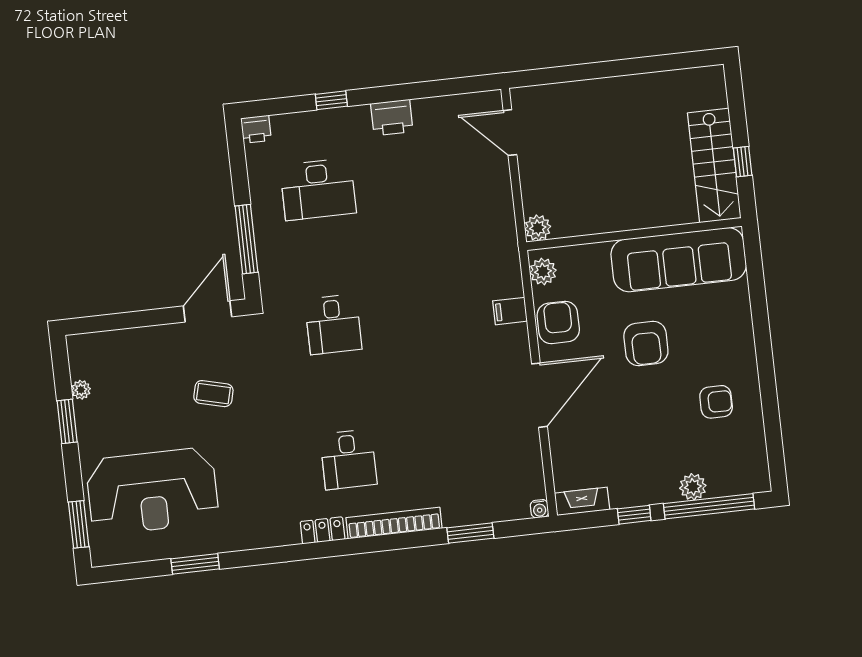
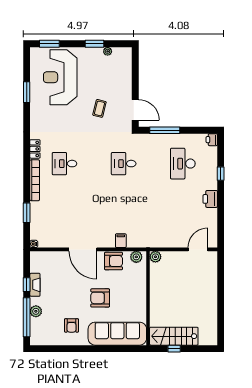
sofa: (679, 260) -> (117, 334), moved, turned 90
fireplace: (582, 501) -> (35, 285), moved

